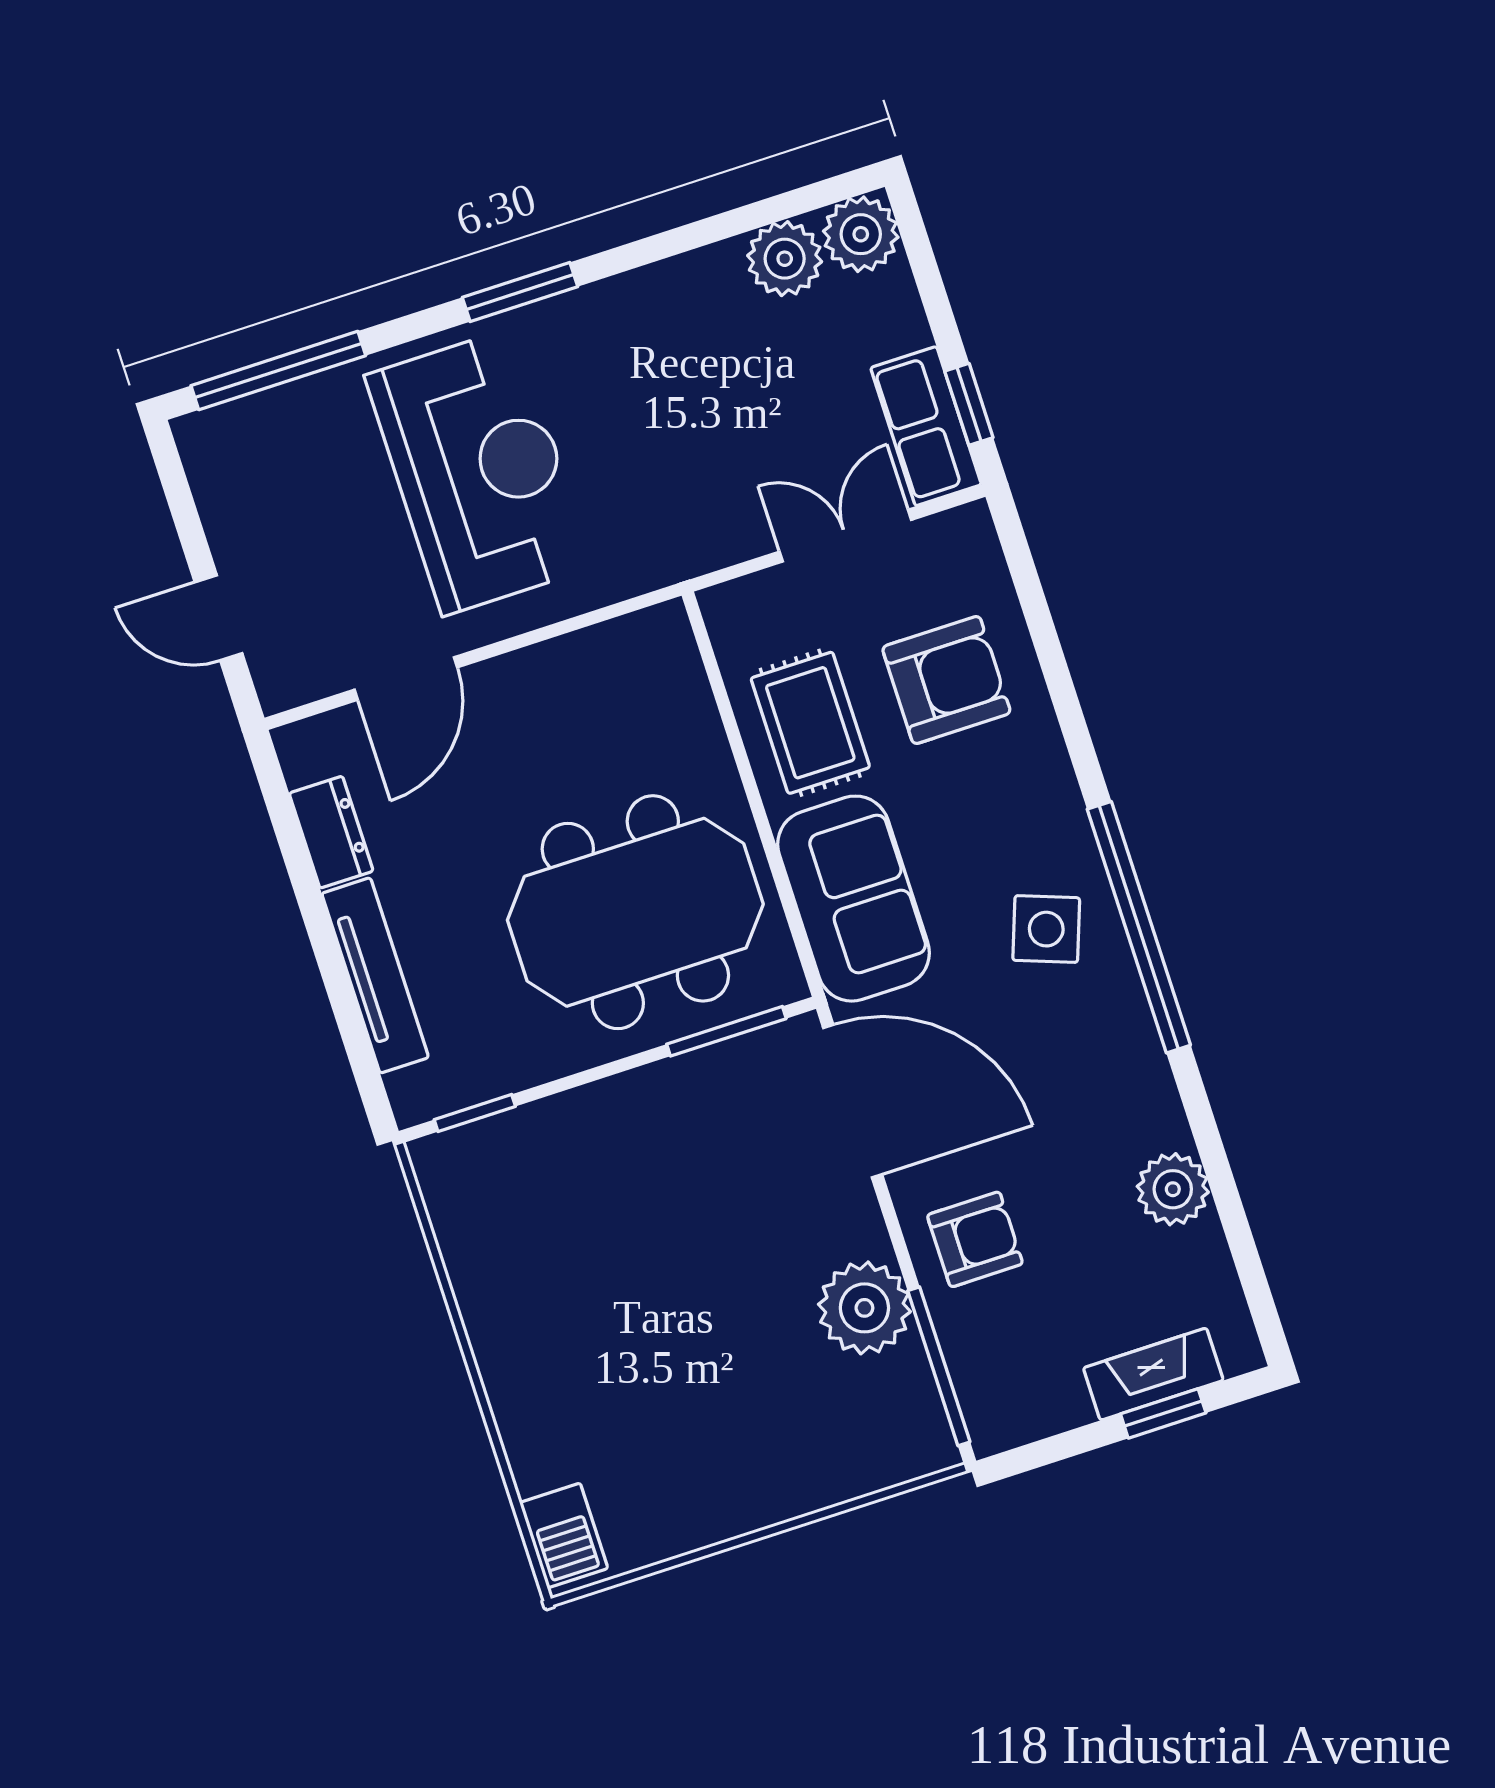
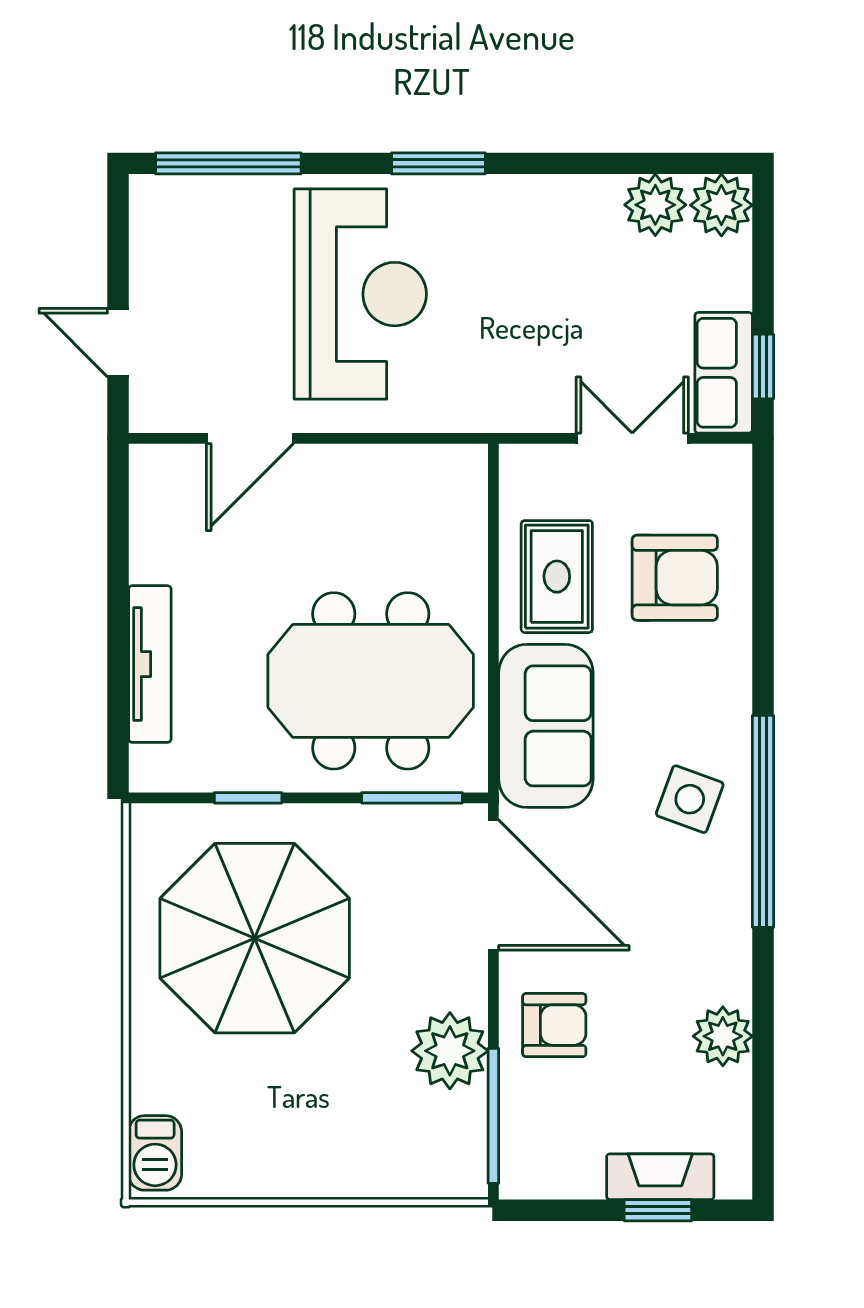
dresser: (331, 832) -> (152, 540), removed
window: (475, 1113) -> (248, 798), moved
parasol: (598, 1251) -> (255, 938), added

